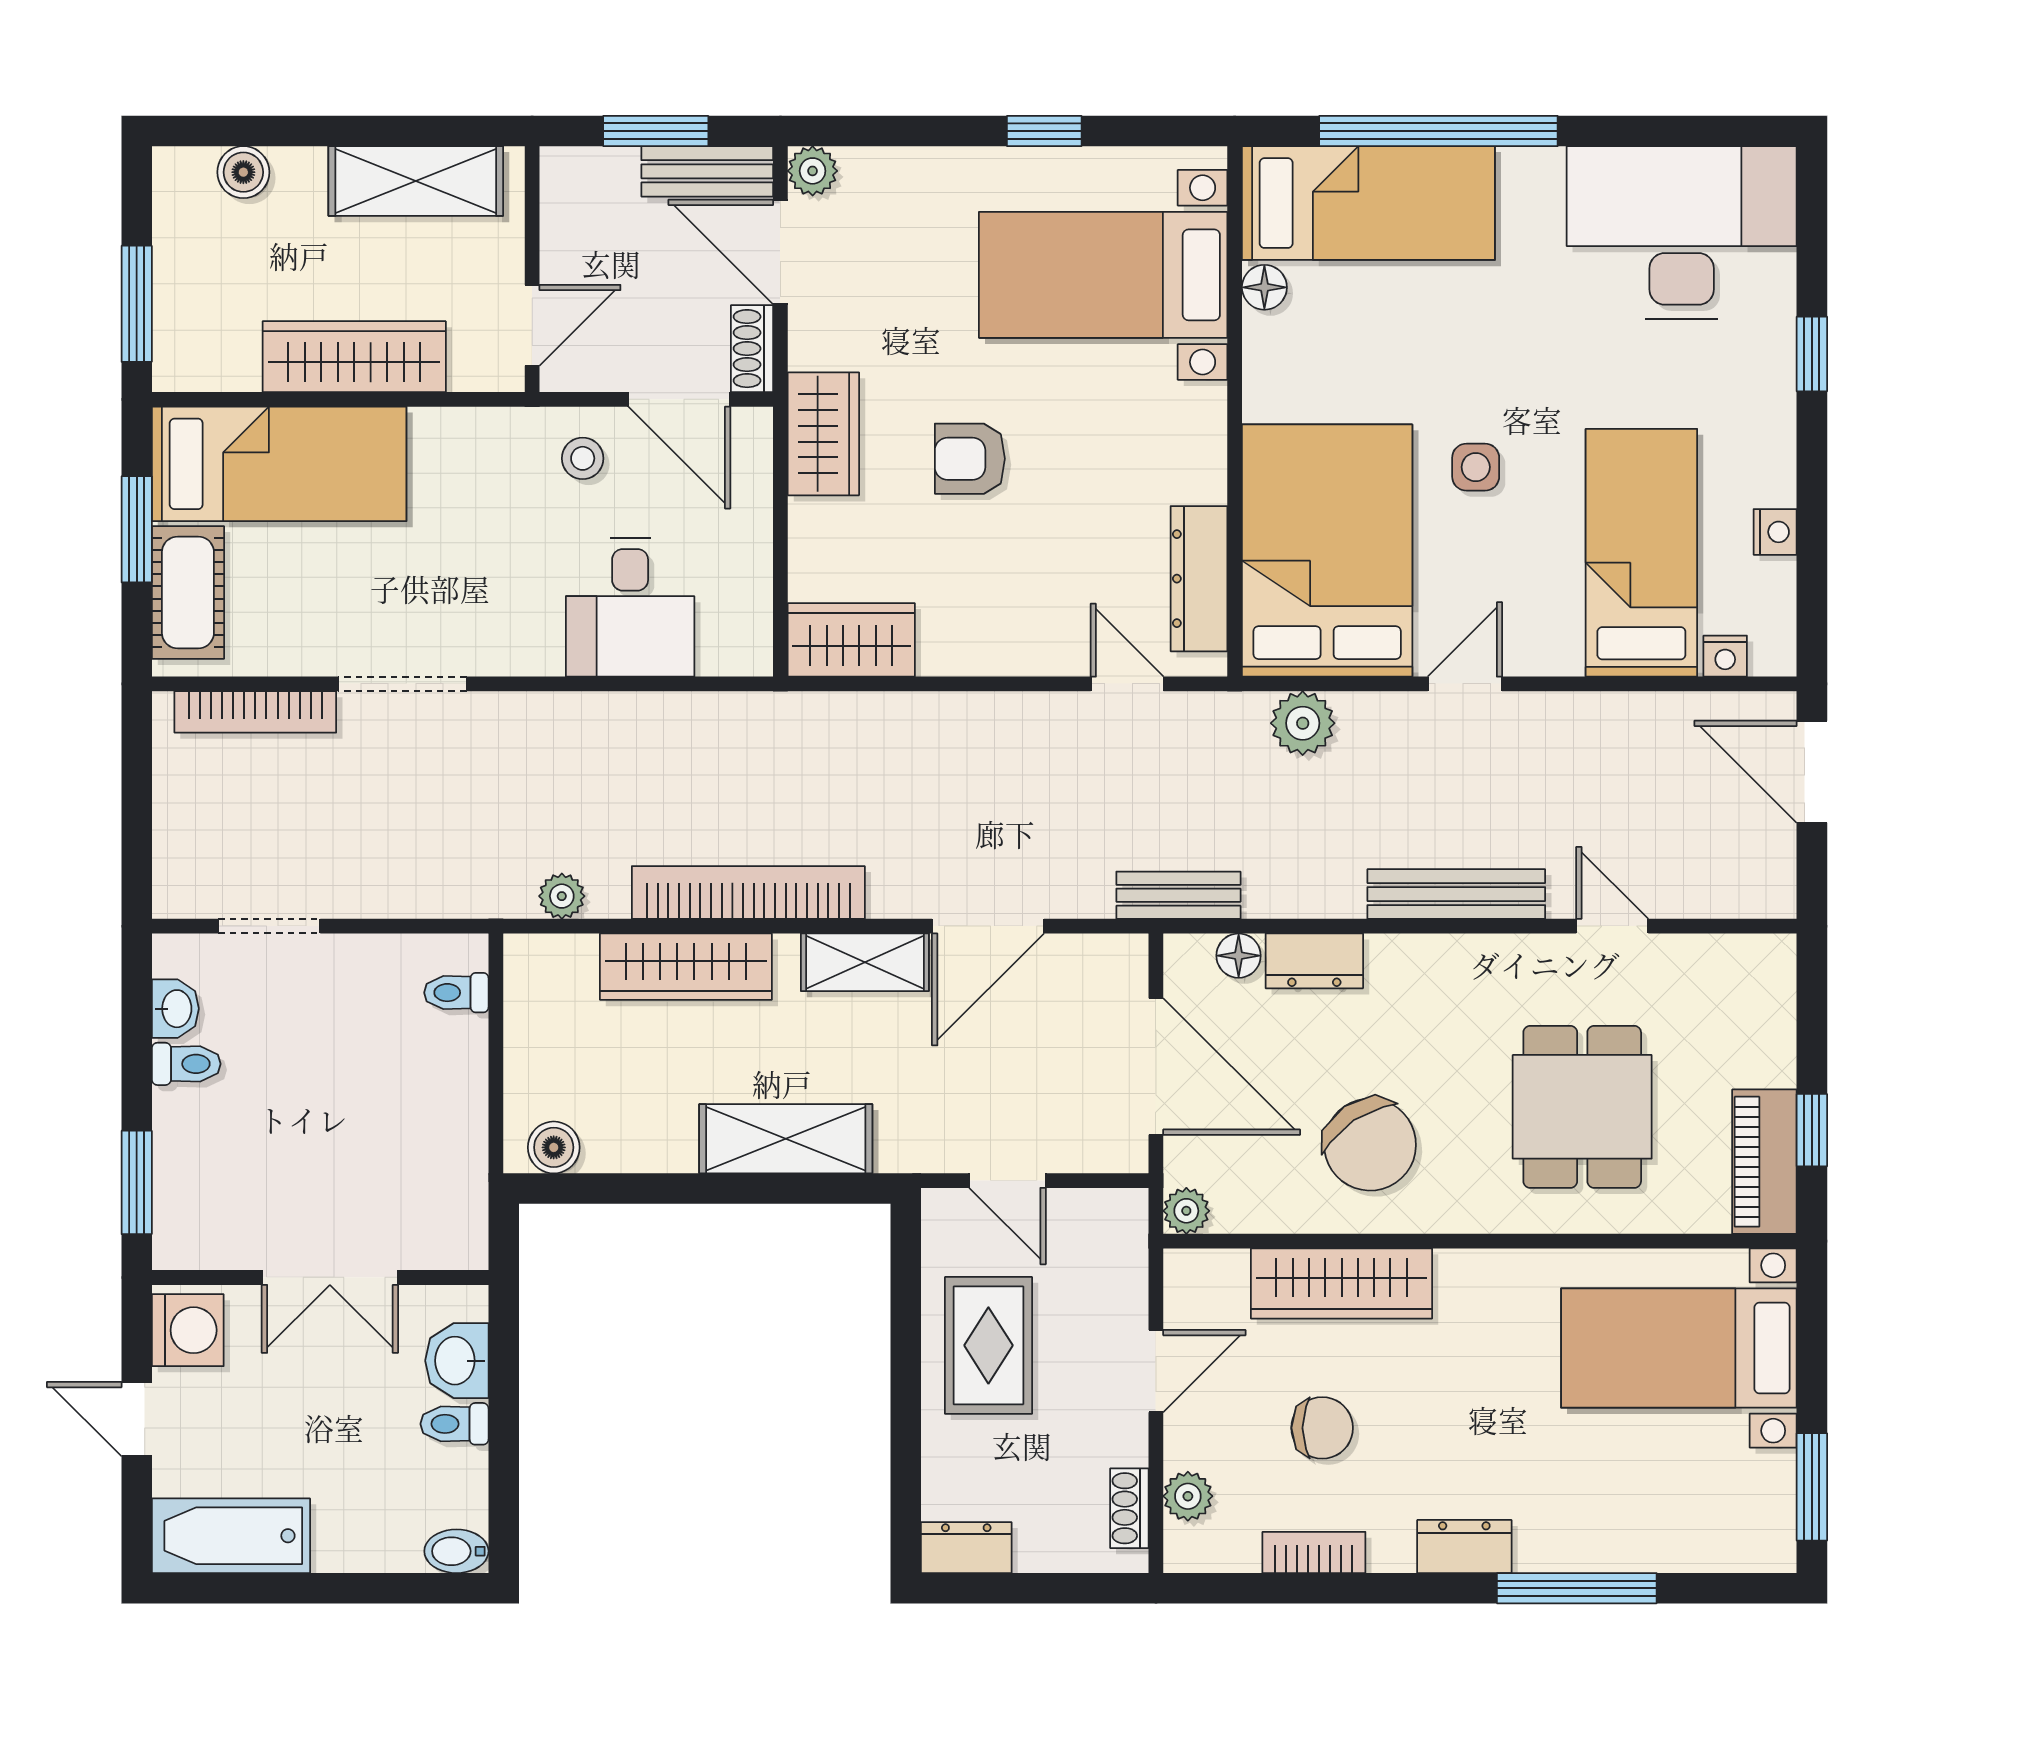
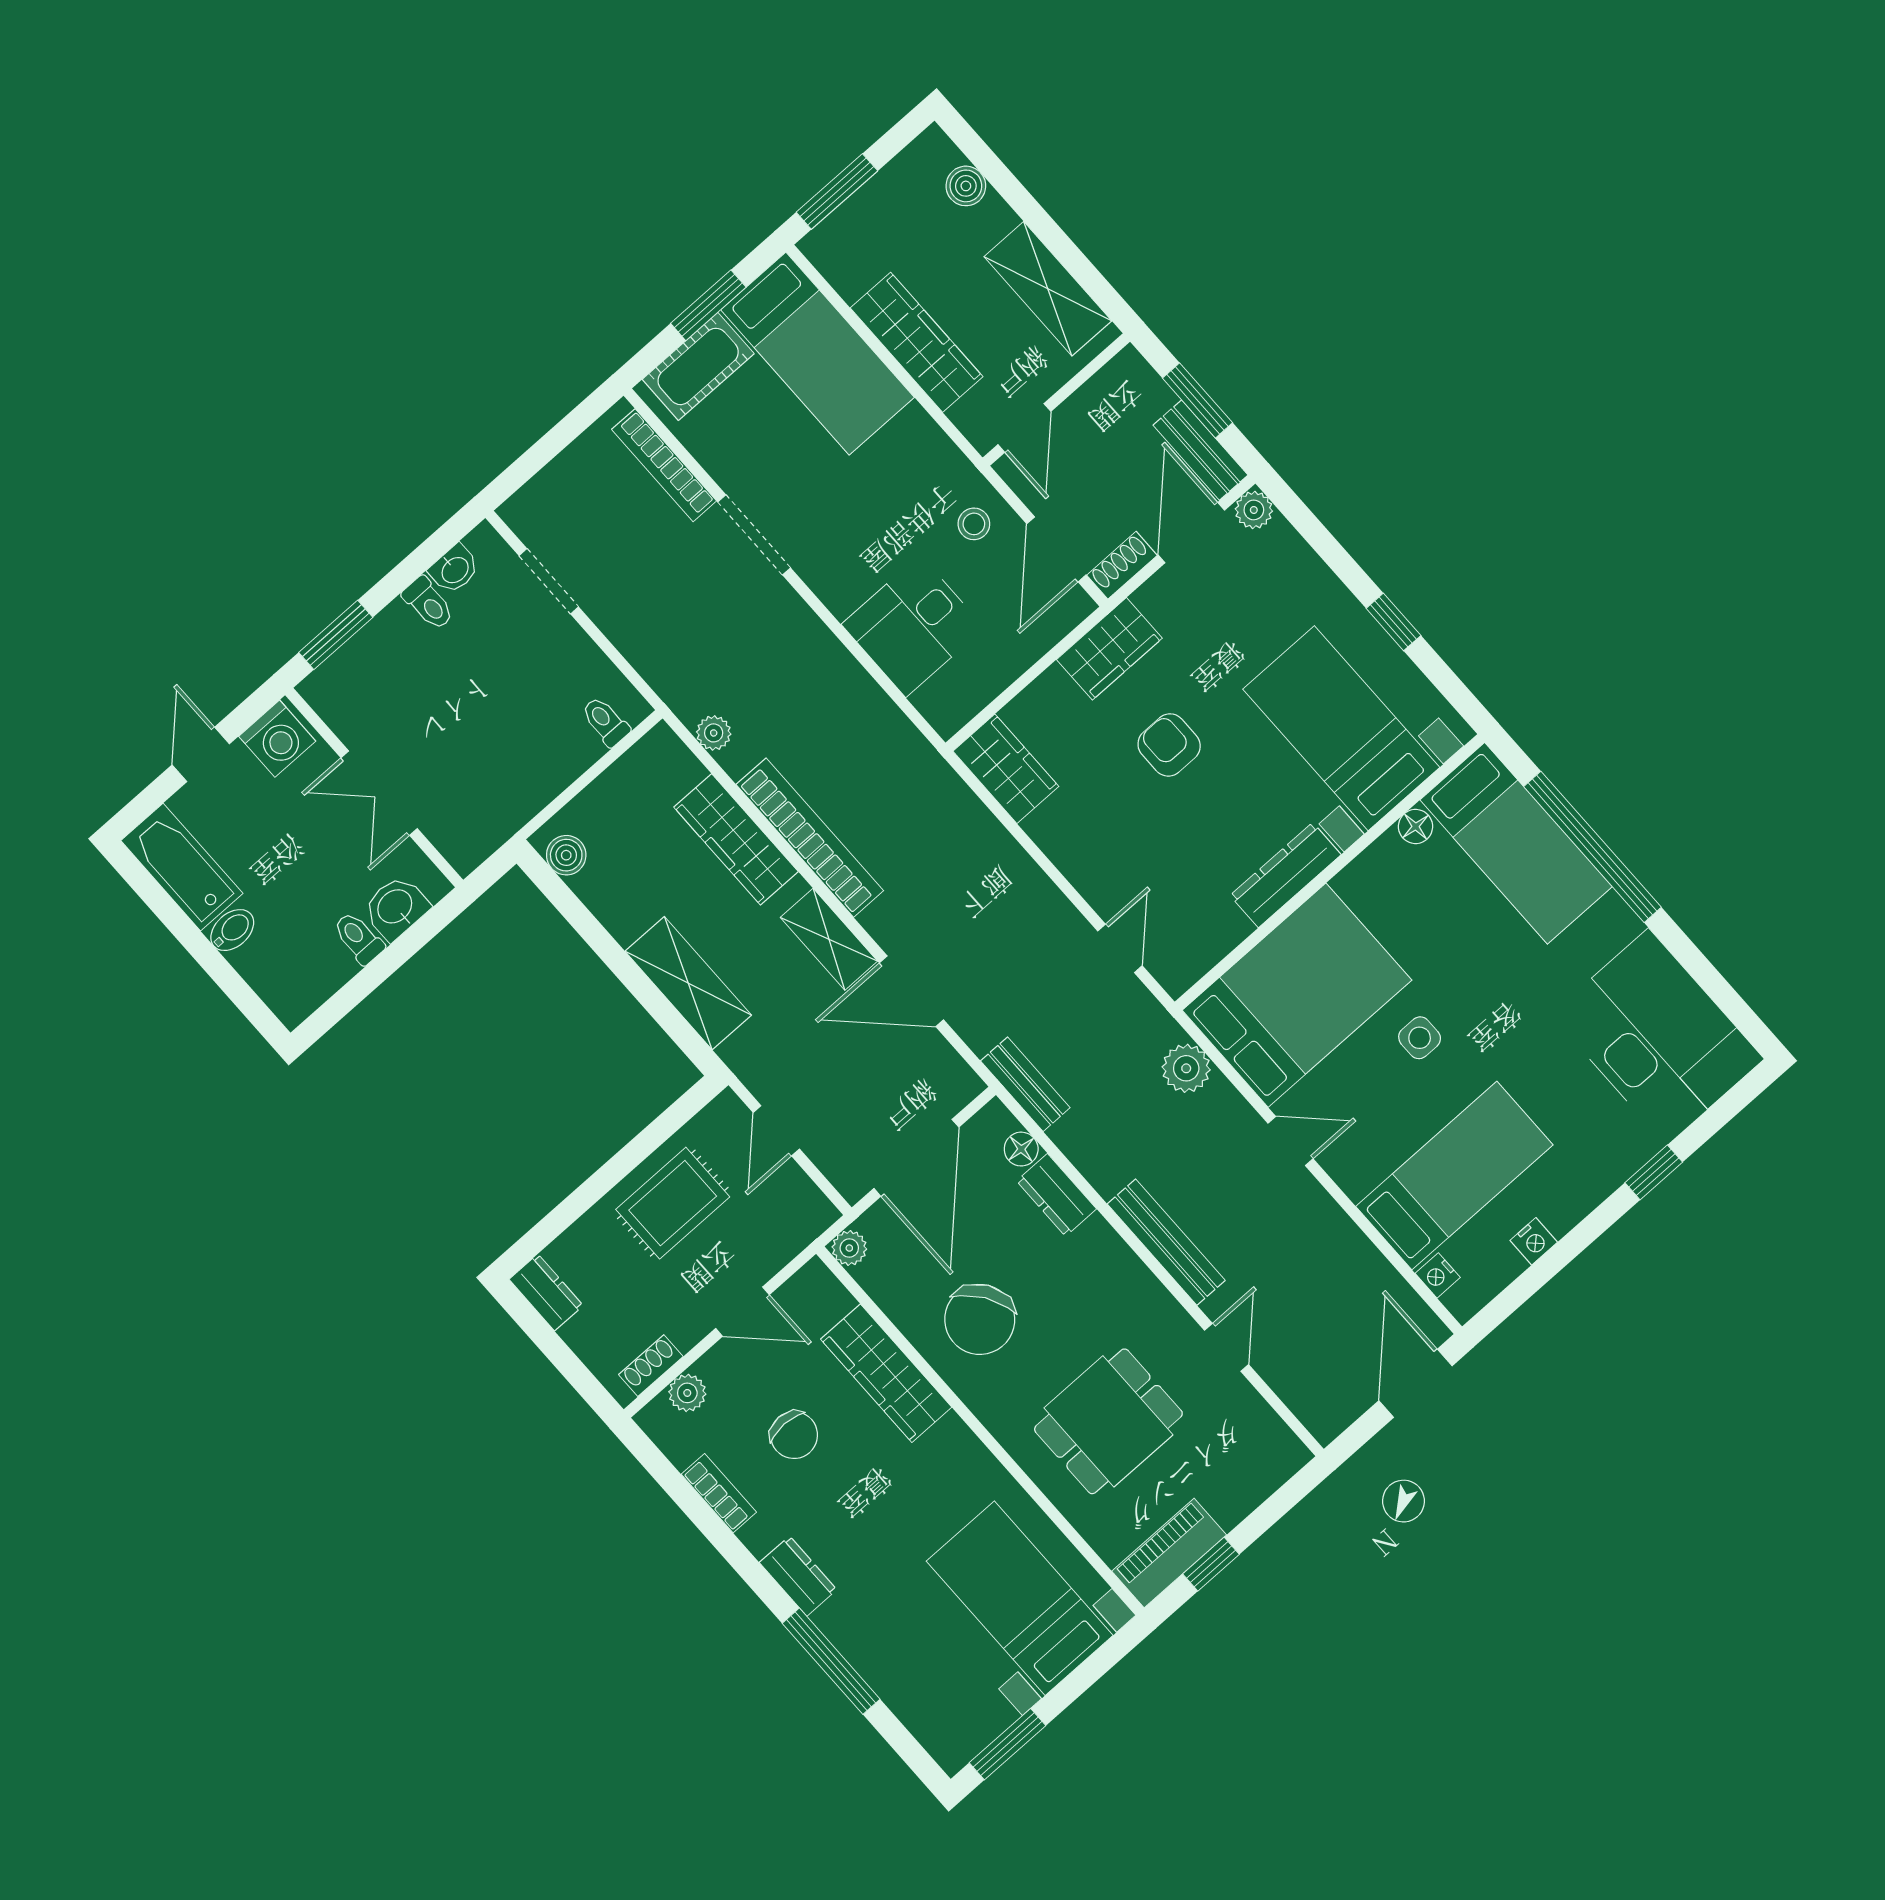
door: (532, 325) -> (1024, 428), hinge flipped
dresser: (1199, 579) -> (1286, 875), moved
bidet: (456, 1551) -> (232, 930), moved, turned 90

